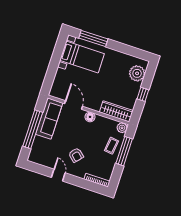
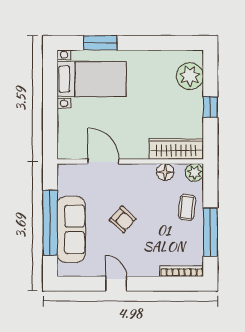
window: (93, 39) -> (100, 43), width x0.69
floor lamp: (90, 117) -> (165, 172), moved
sofa: (49, 119) -> (71, 229), moved
window: (124, 151) -> (210, 232), moved
armchair: (76, 155) -> (123, 219), moved

